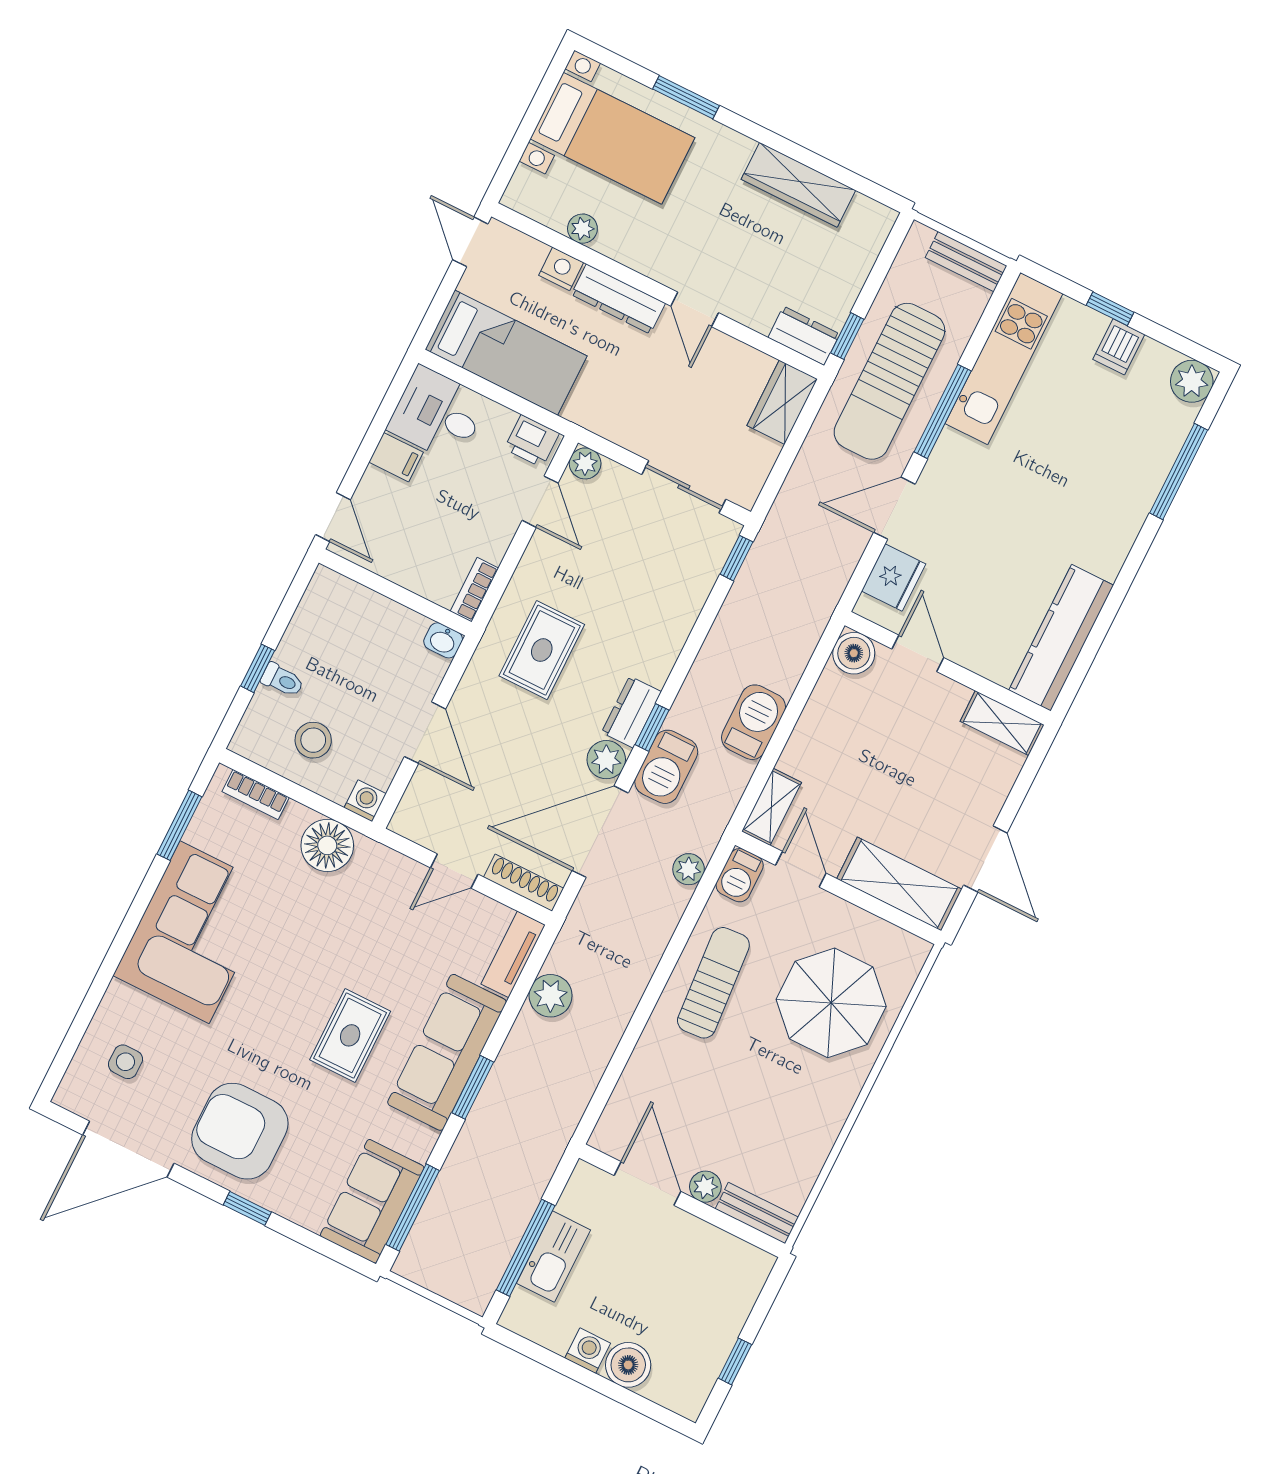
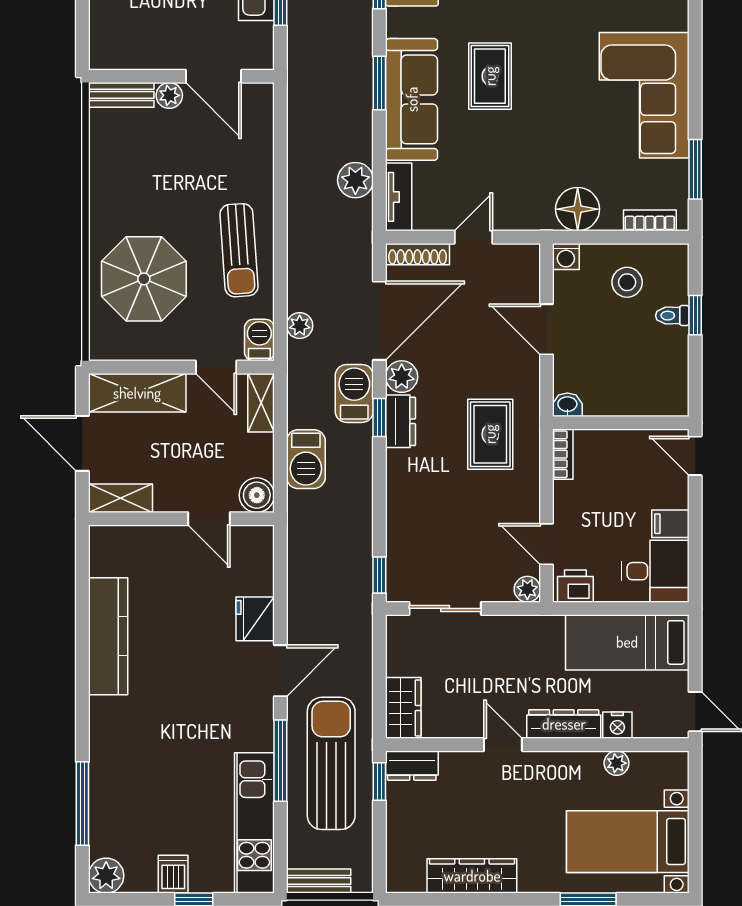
boiler: (854, 653) -> (257, 495), moved
door: (918, 653) -> (209, 519), moved
wall: (948, 668) -> (181, 519), moved
shelving: (1002, 723) -> (120, 498), moved

